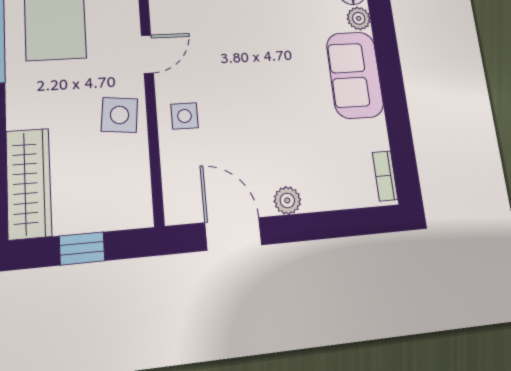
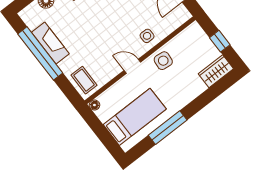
wardrobe: (29, 183) -> (216, 71), width x0.67

